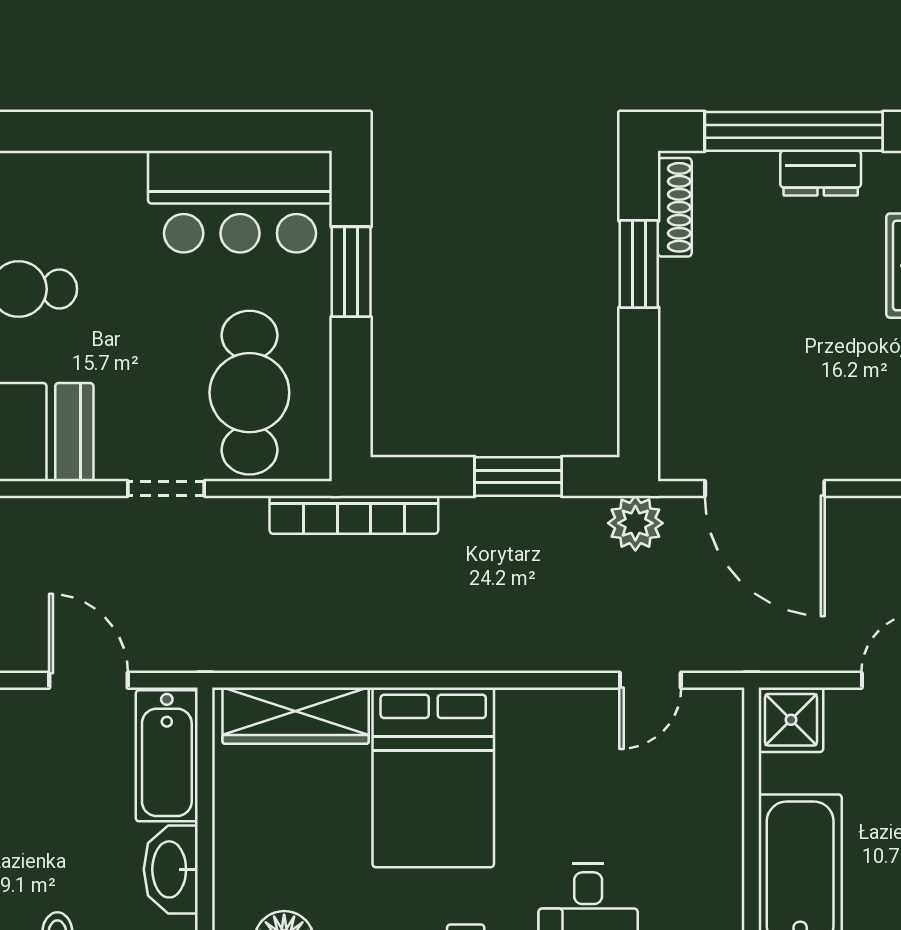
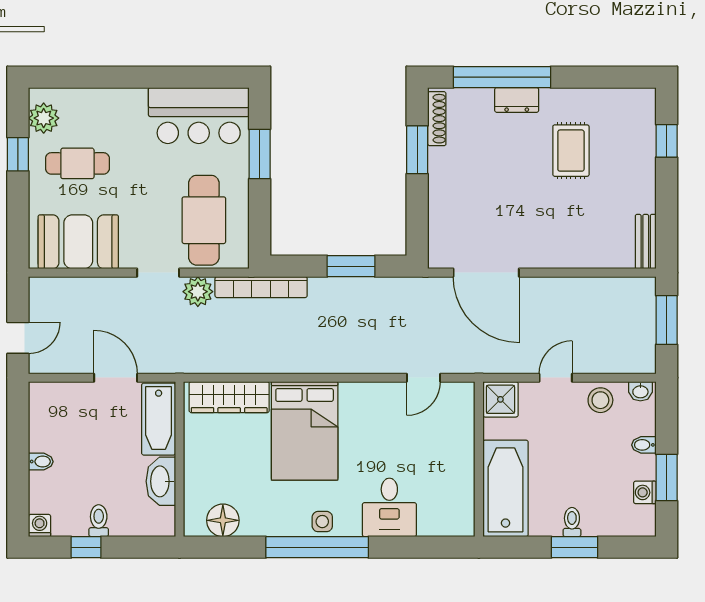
plant: (635, 523) -> (198, 292), moved

